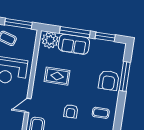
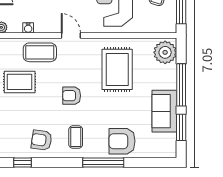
sofa: (74, 44) -> (164, 111), moved
rug: (57, 76) -> (117, 69), width x1.36, depth x1.43
window: (125, 76) -> (103, 163), moved

